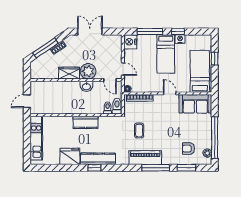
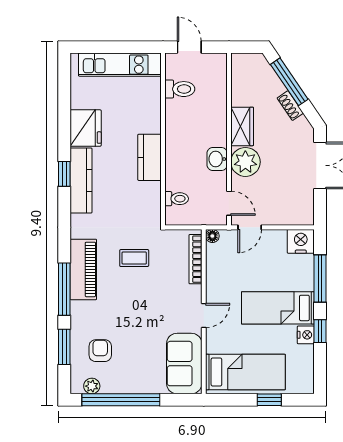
door: (110, 80) -> (229, 203), swing flipped
toilet: (117, 106) -> (180, 89), moved

